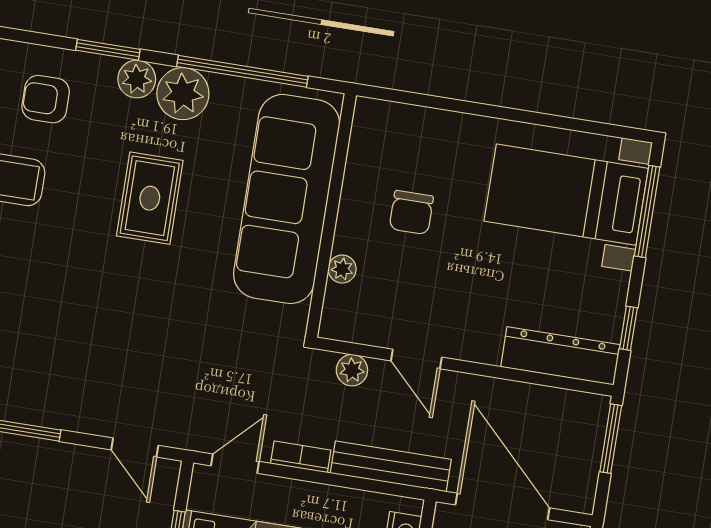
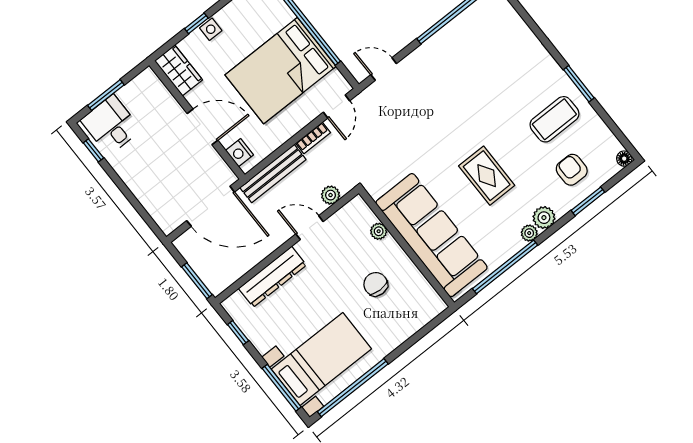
window: (108, 50) -> (588, 201), moved
plant: (183, 94) -> (529, 233), width x0.53, depth x0.53
armchair: (46, 99) -> (572, 170), turned -90
window: (566, 123) -> (353, 388), added
dresser: (560, 356) -> (272, 277), moved

